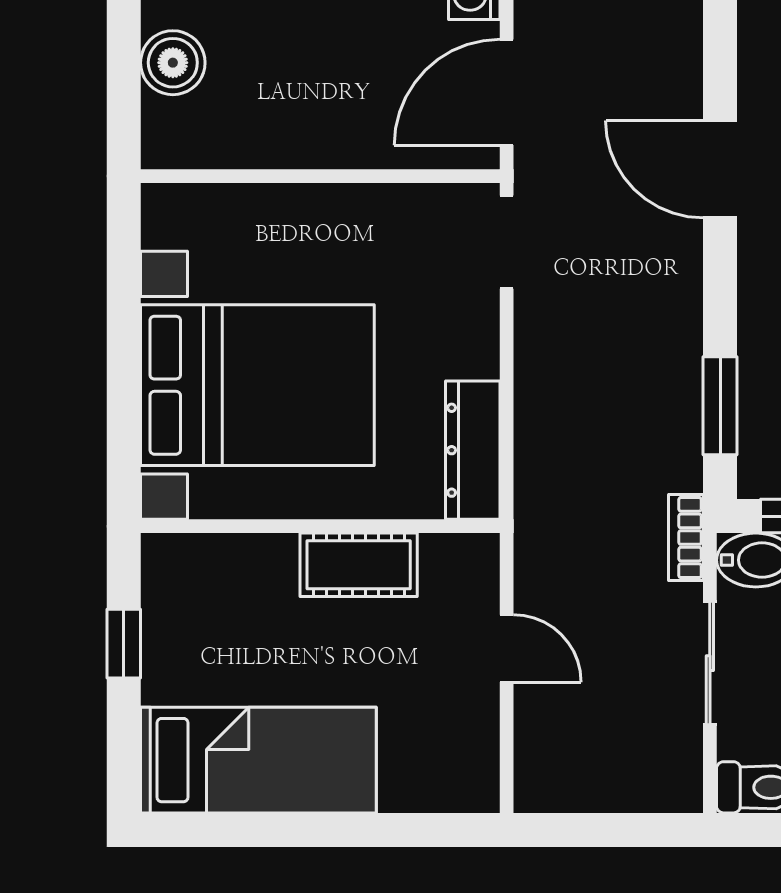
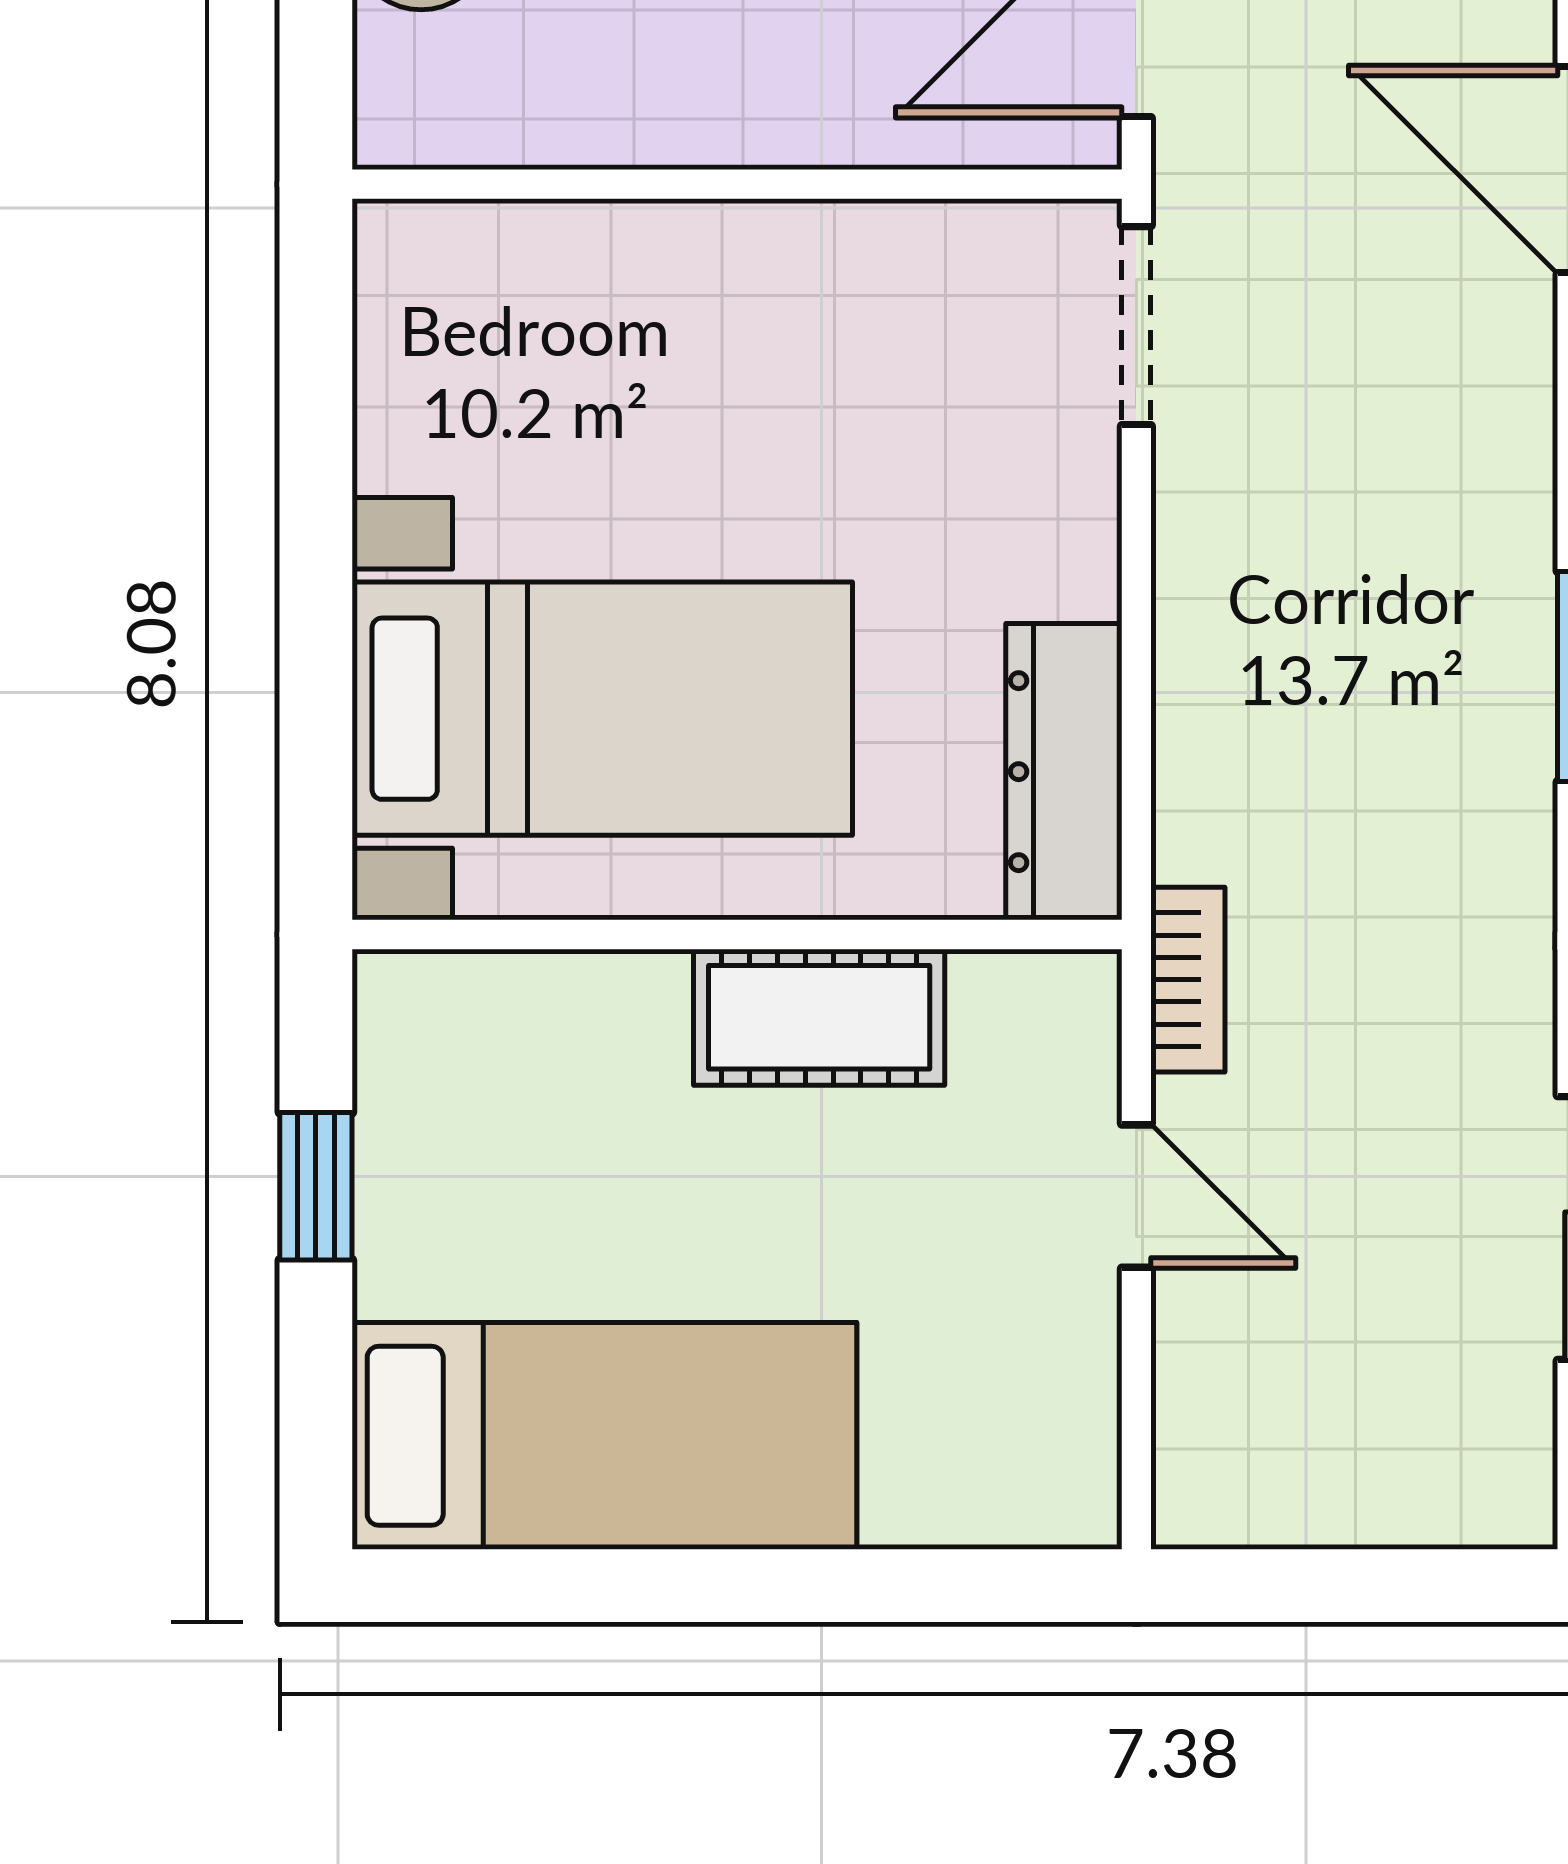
bed with nightstands: (257, 385) -> (602, 709), width x0.73
bookcase: (686, 538) -> (1188, 980), moved, turned 180

